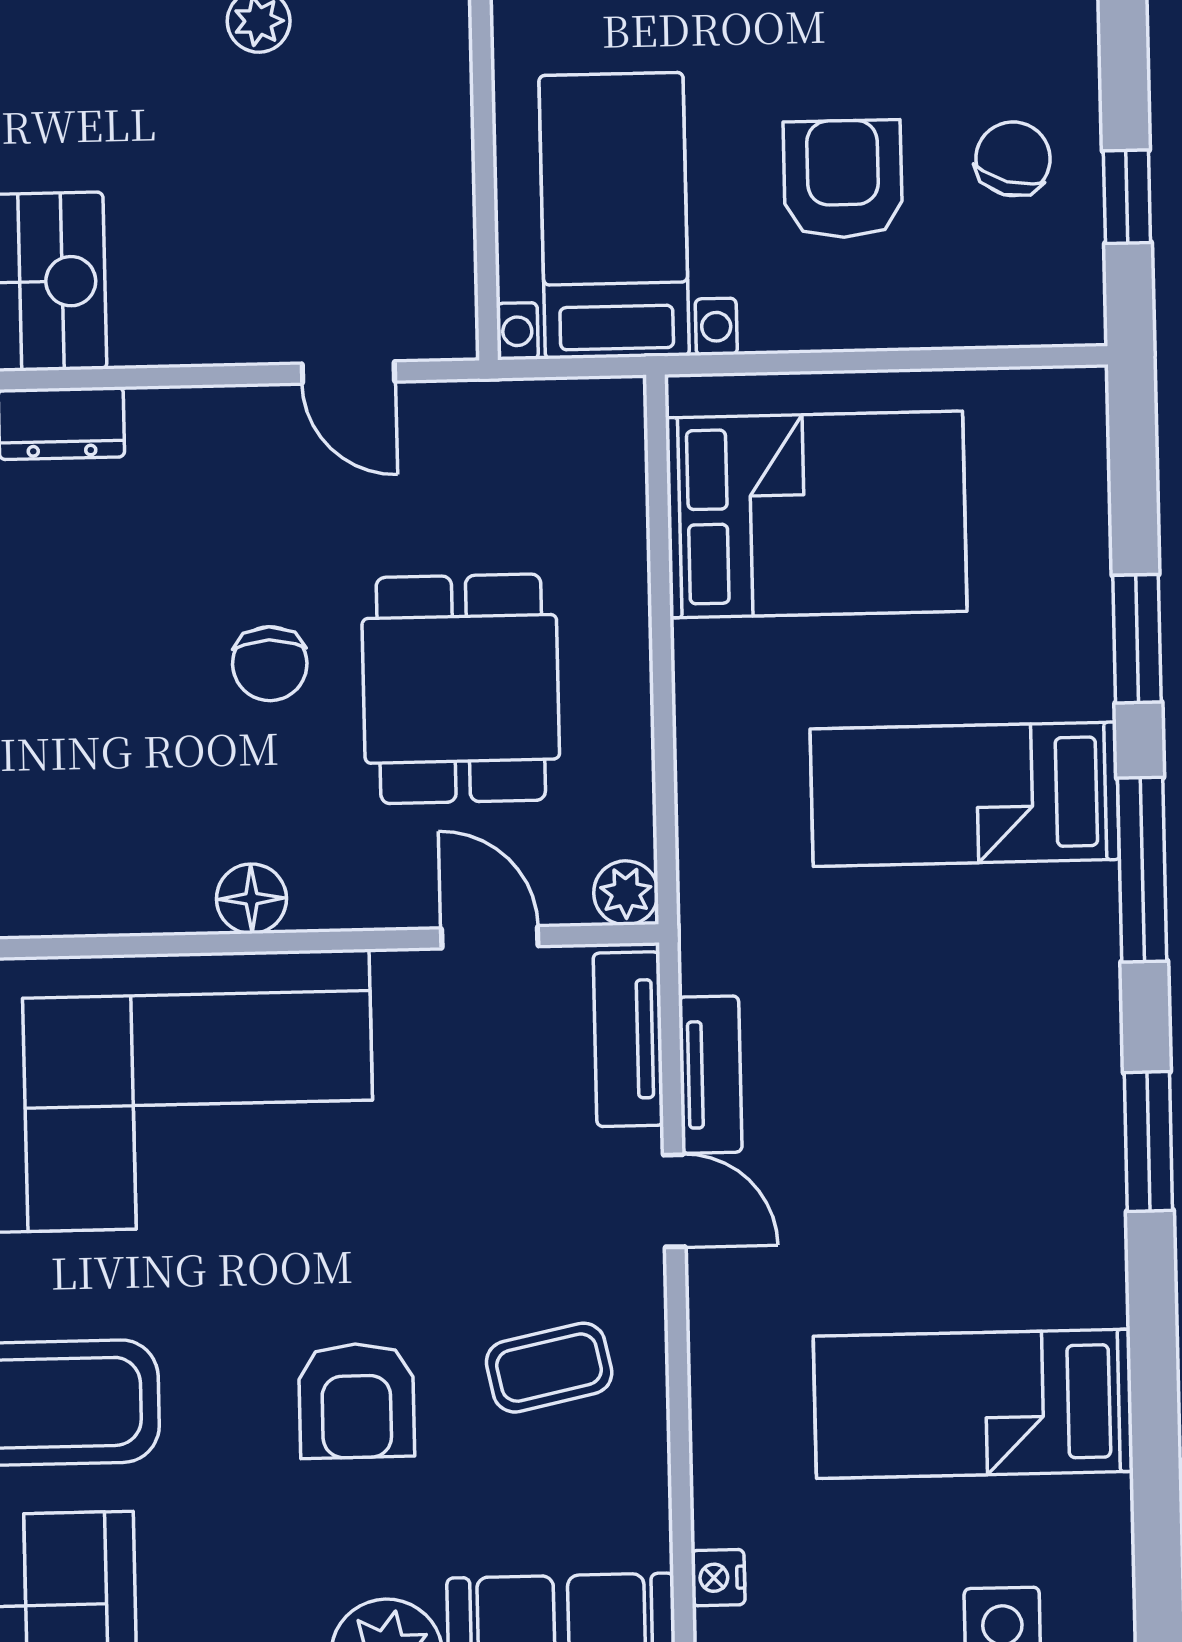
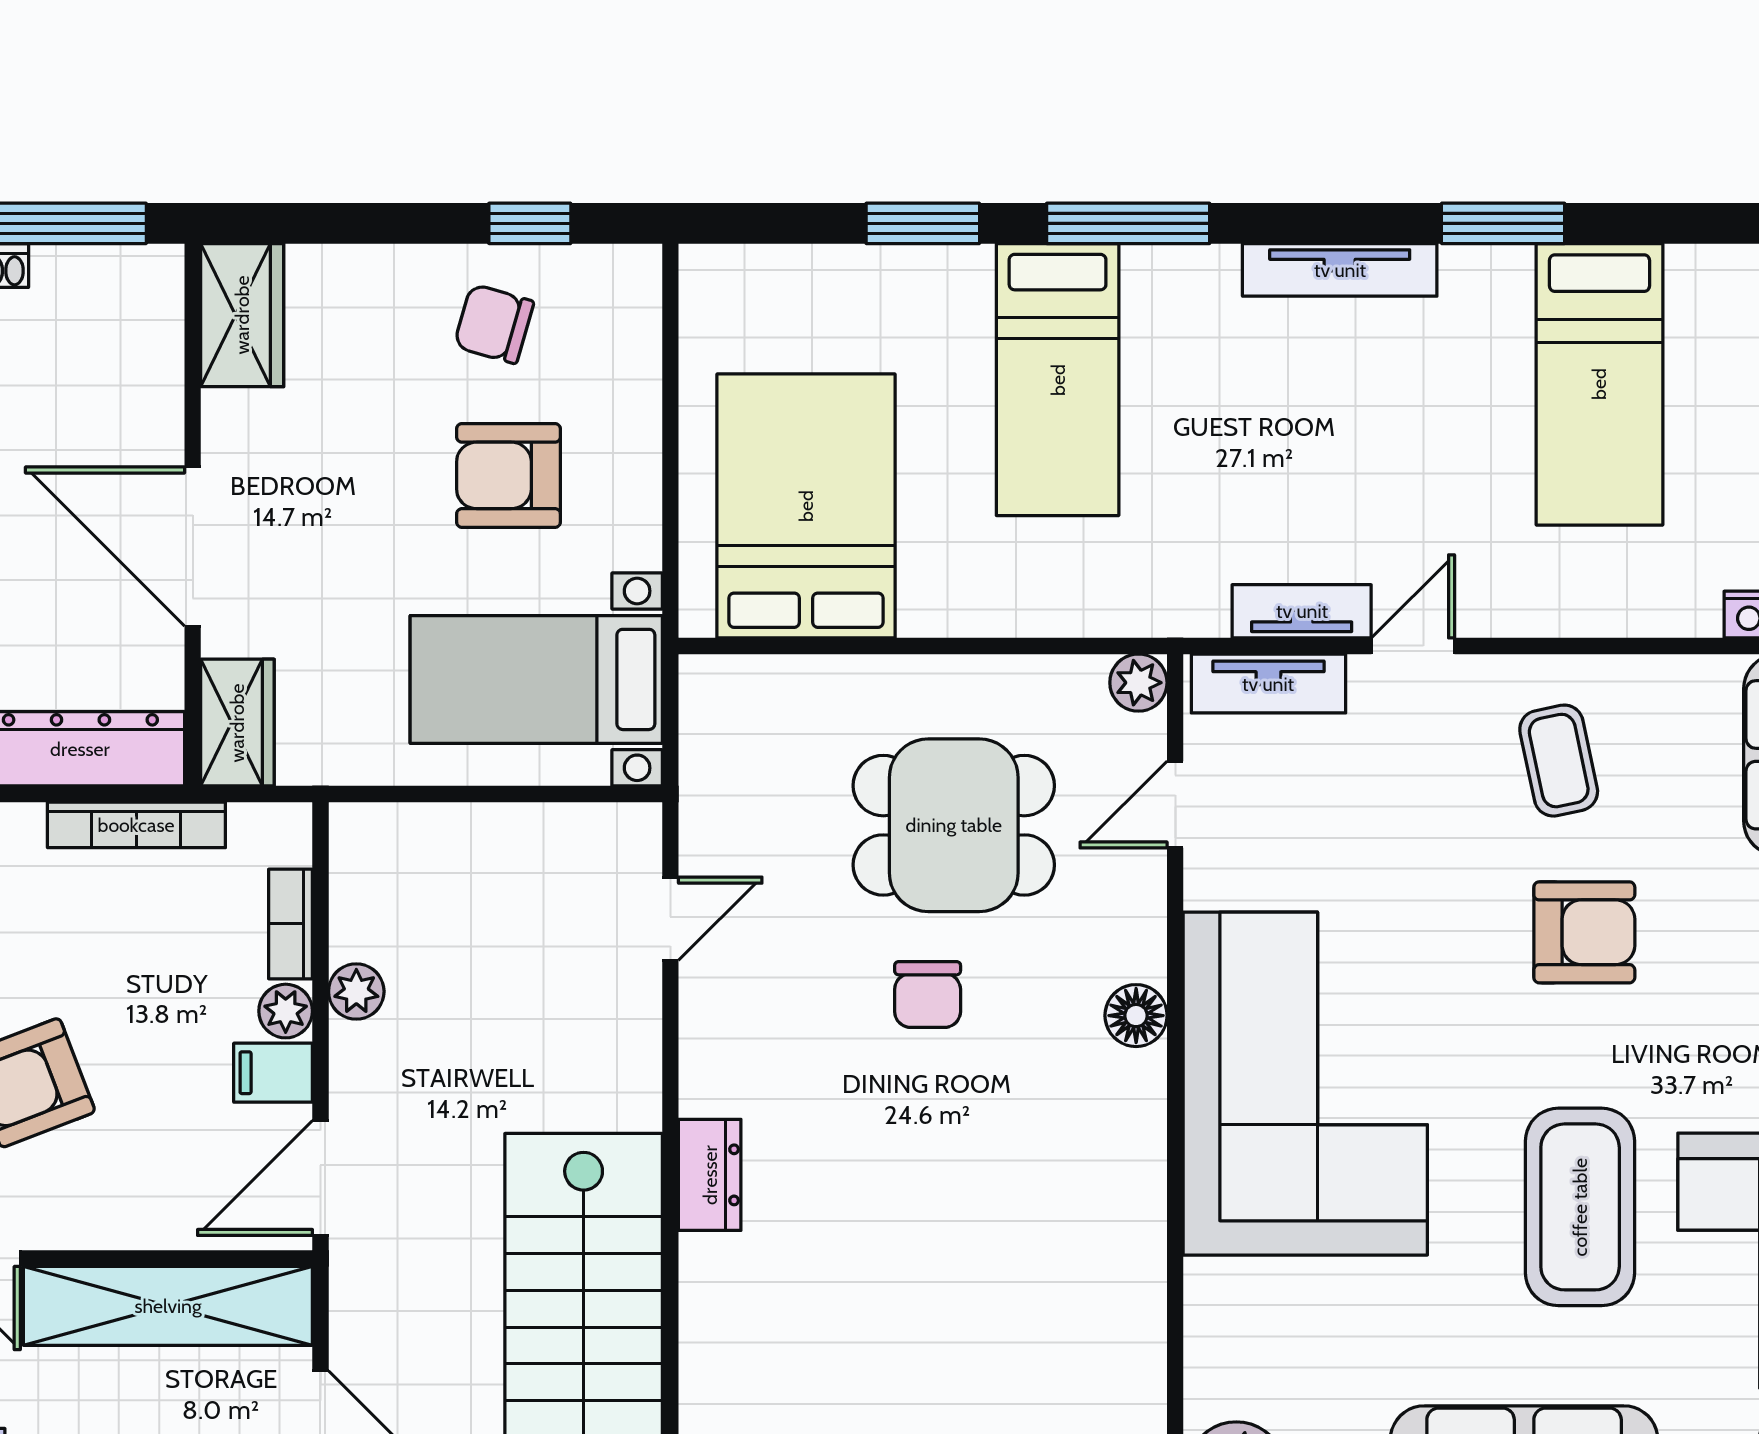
chair: (270, 664) -> (928, 995), turned 90
tv unit: (1095, 1109) -> (1340, 270), added
window: (1148, 1141) -> (1503, 223), moved

